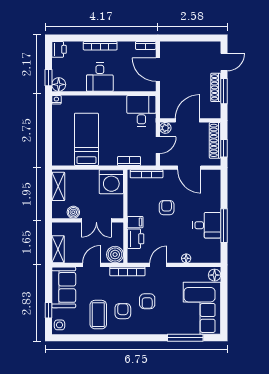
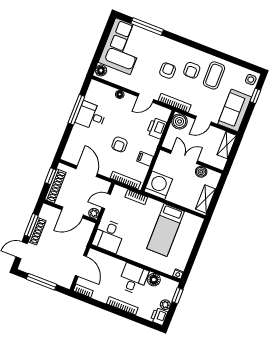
window: (191, 38) -> (41, 282), added
plant: (57, 64) -> (165, 305), added
floor lamp: (59, 84) -> (154, 280), moved
filing cabinet: (135, 222) -> (145, 159), moved

